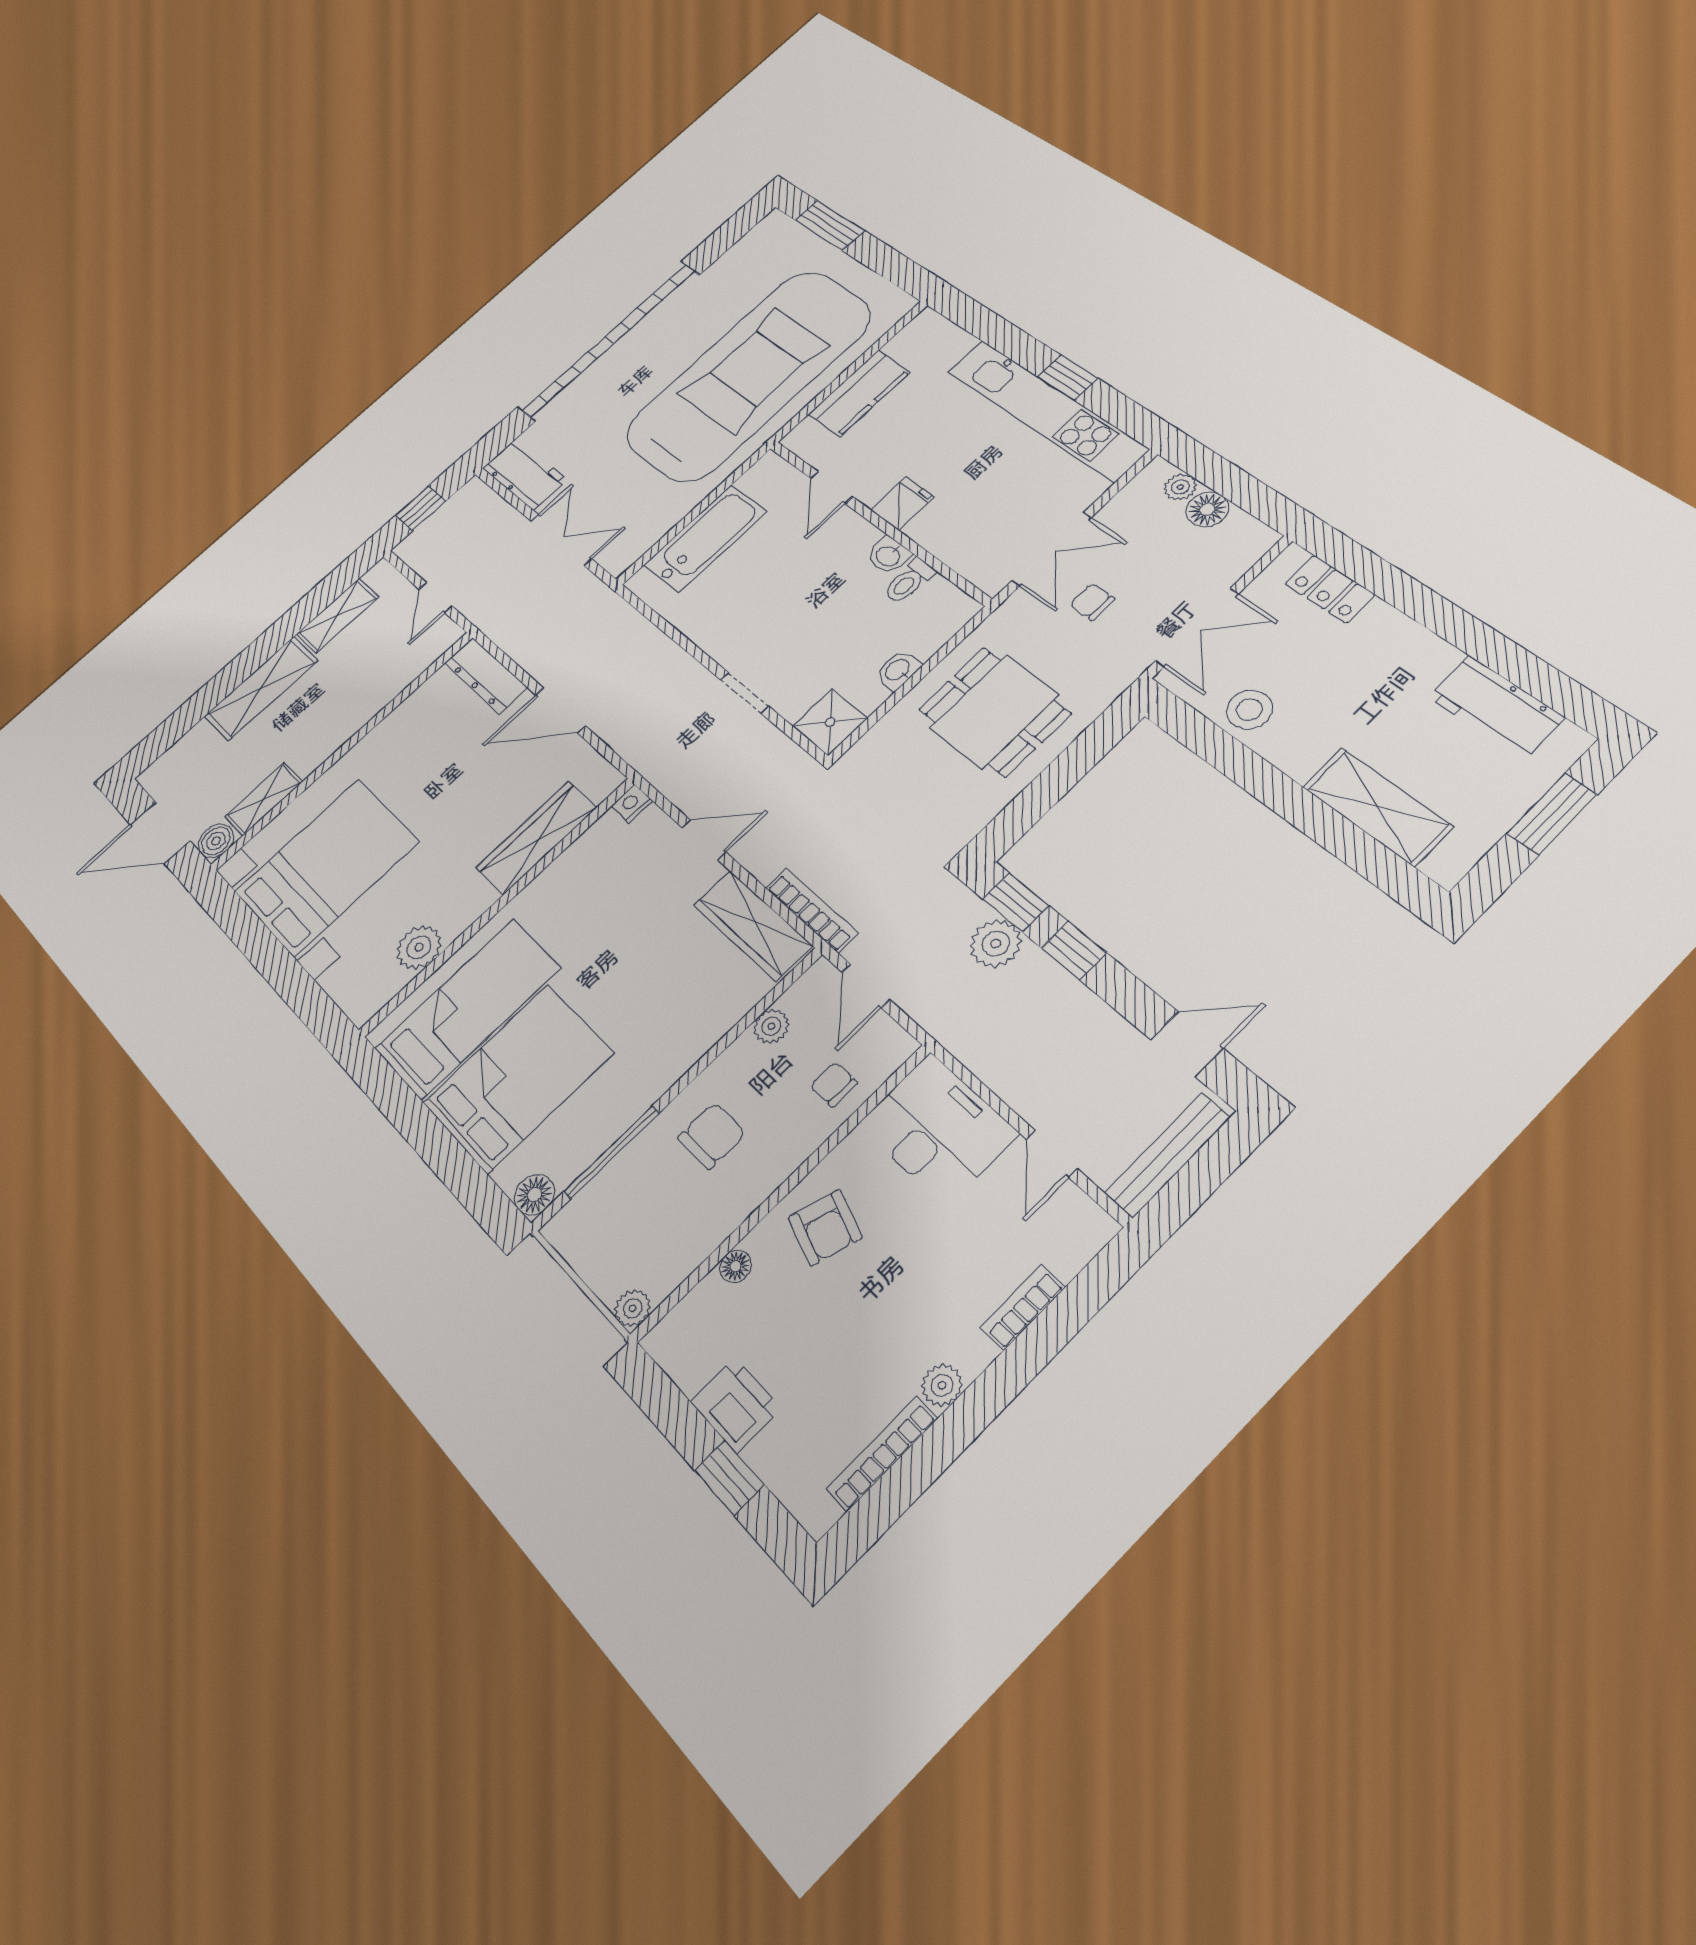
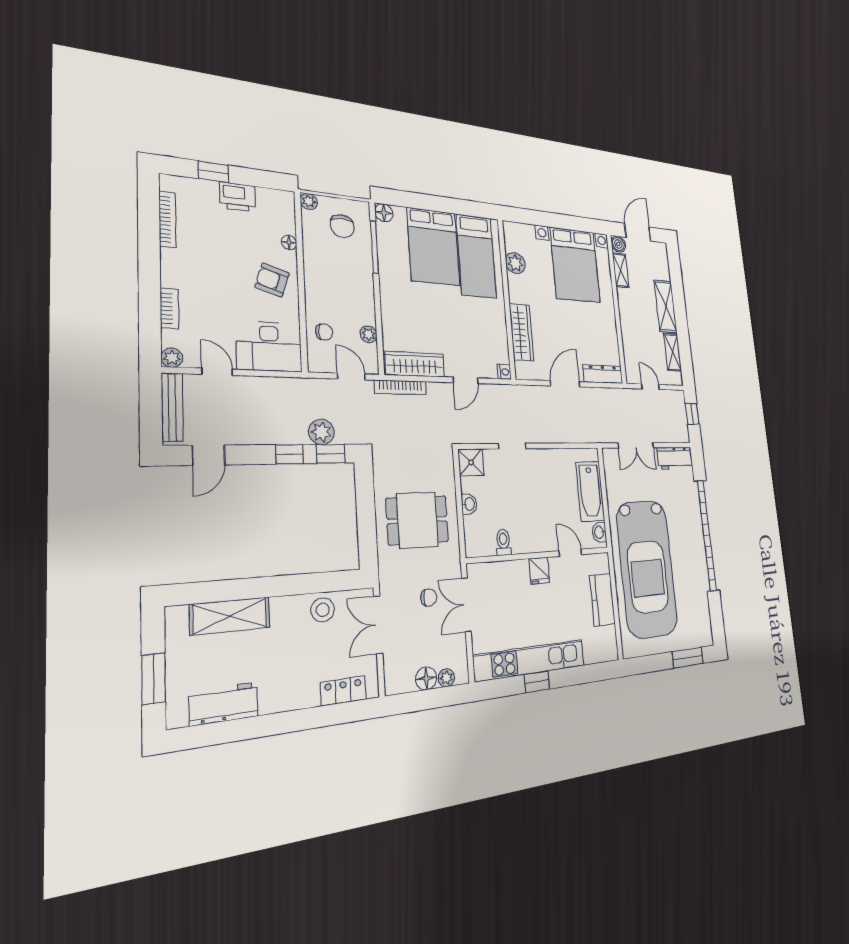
washbasin: (889, 556) -> (599, 532), moved, turned -90
chair: (712, 1136) -> (342, 226), moved
plant: (942, 1385) -> (172, 358), moved

